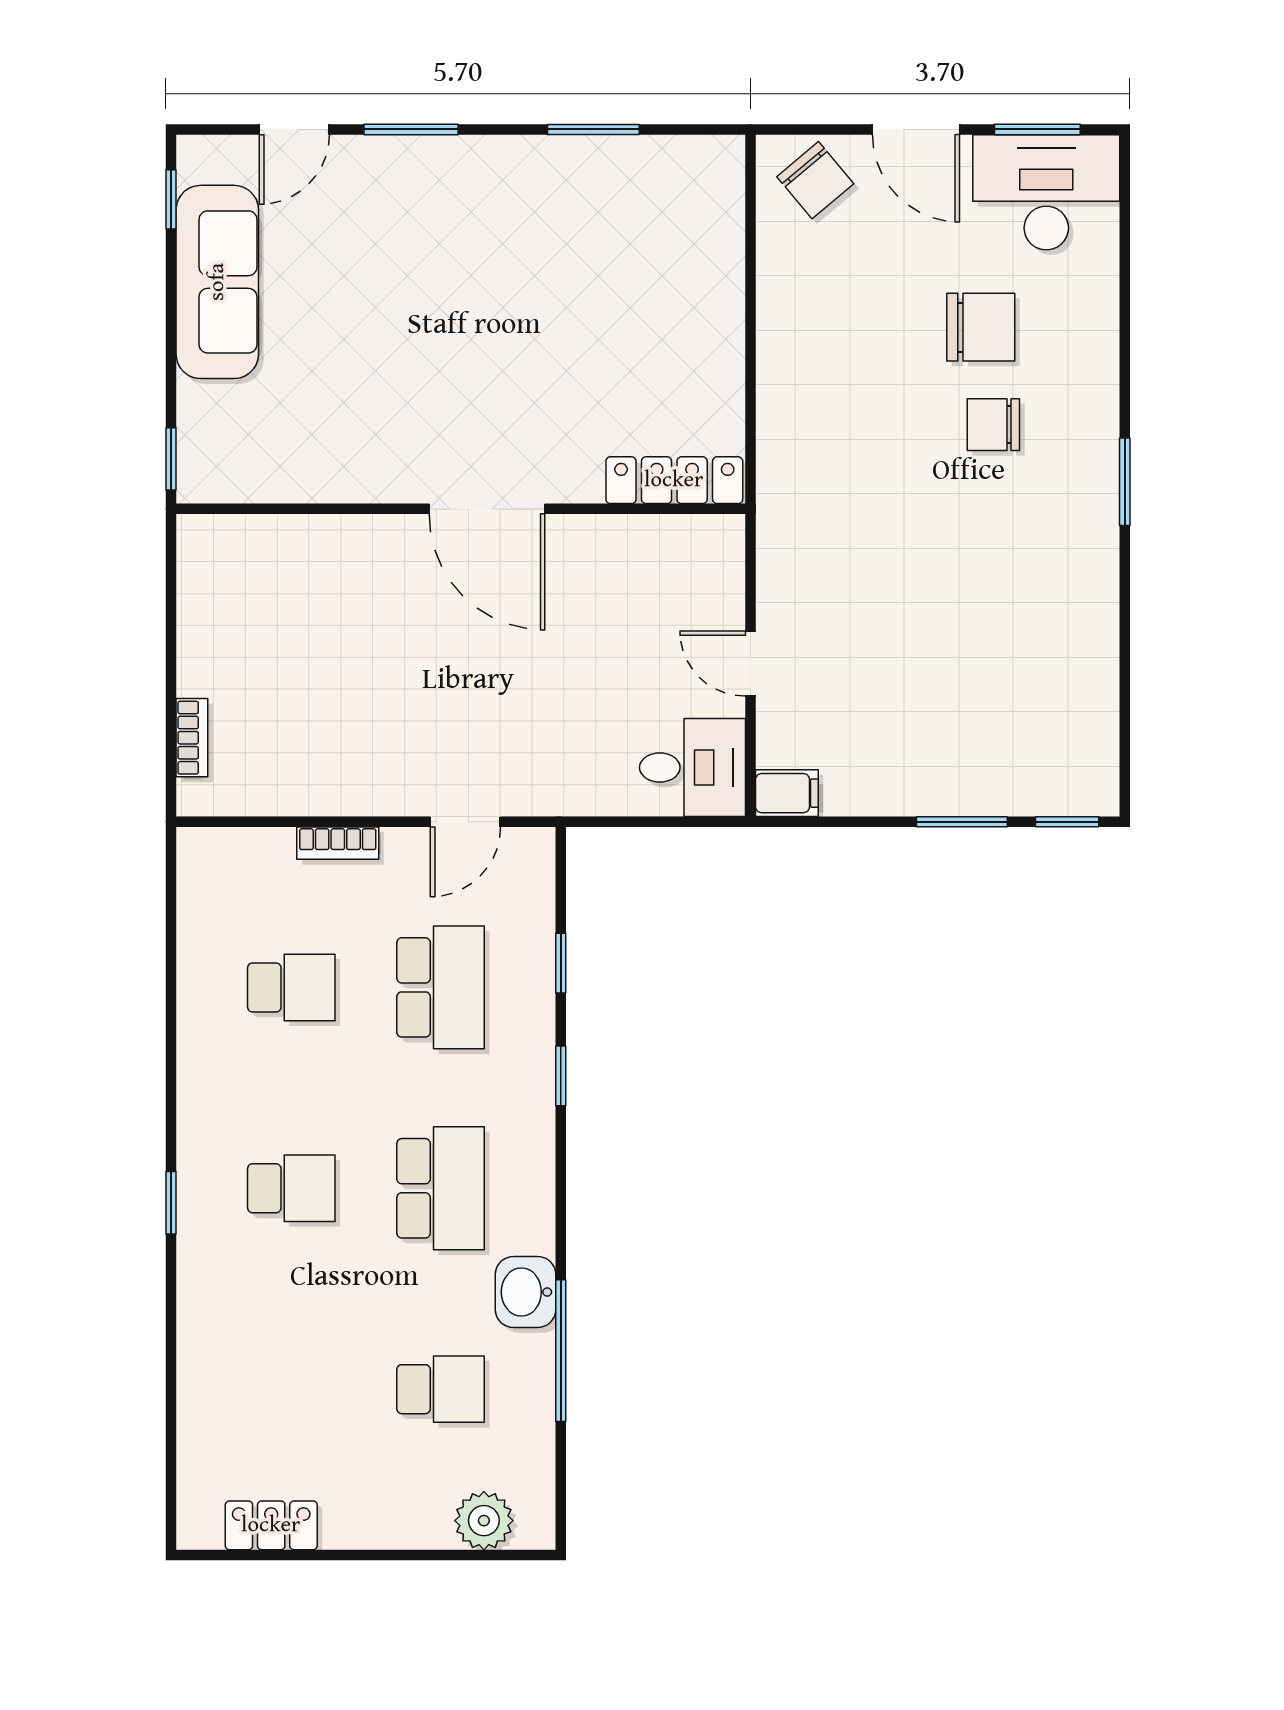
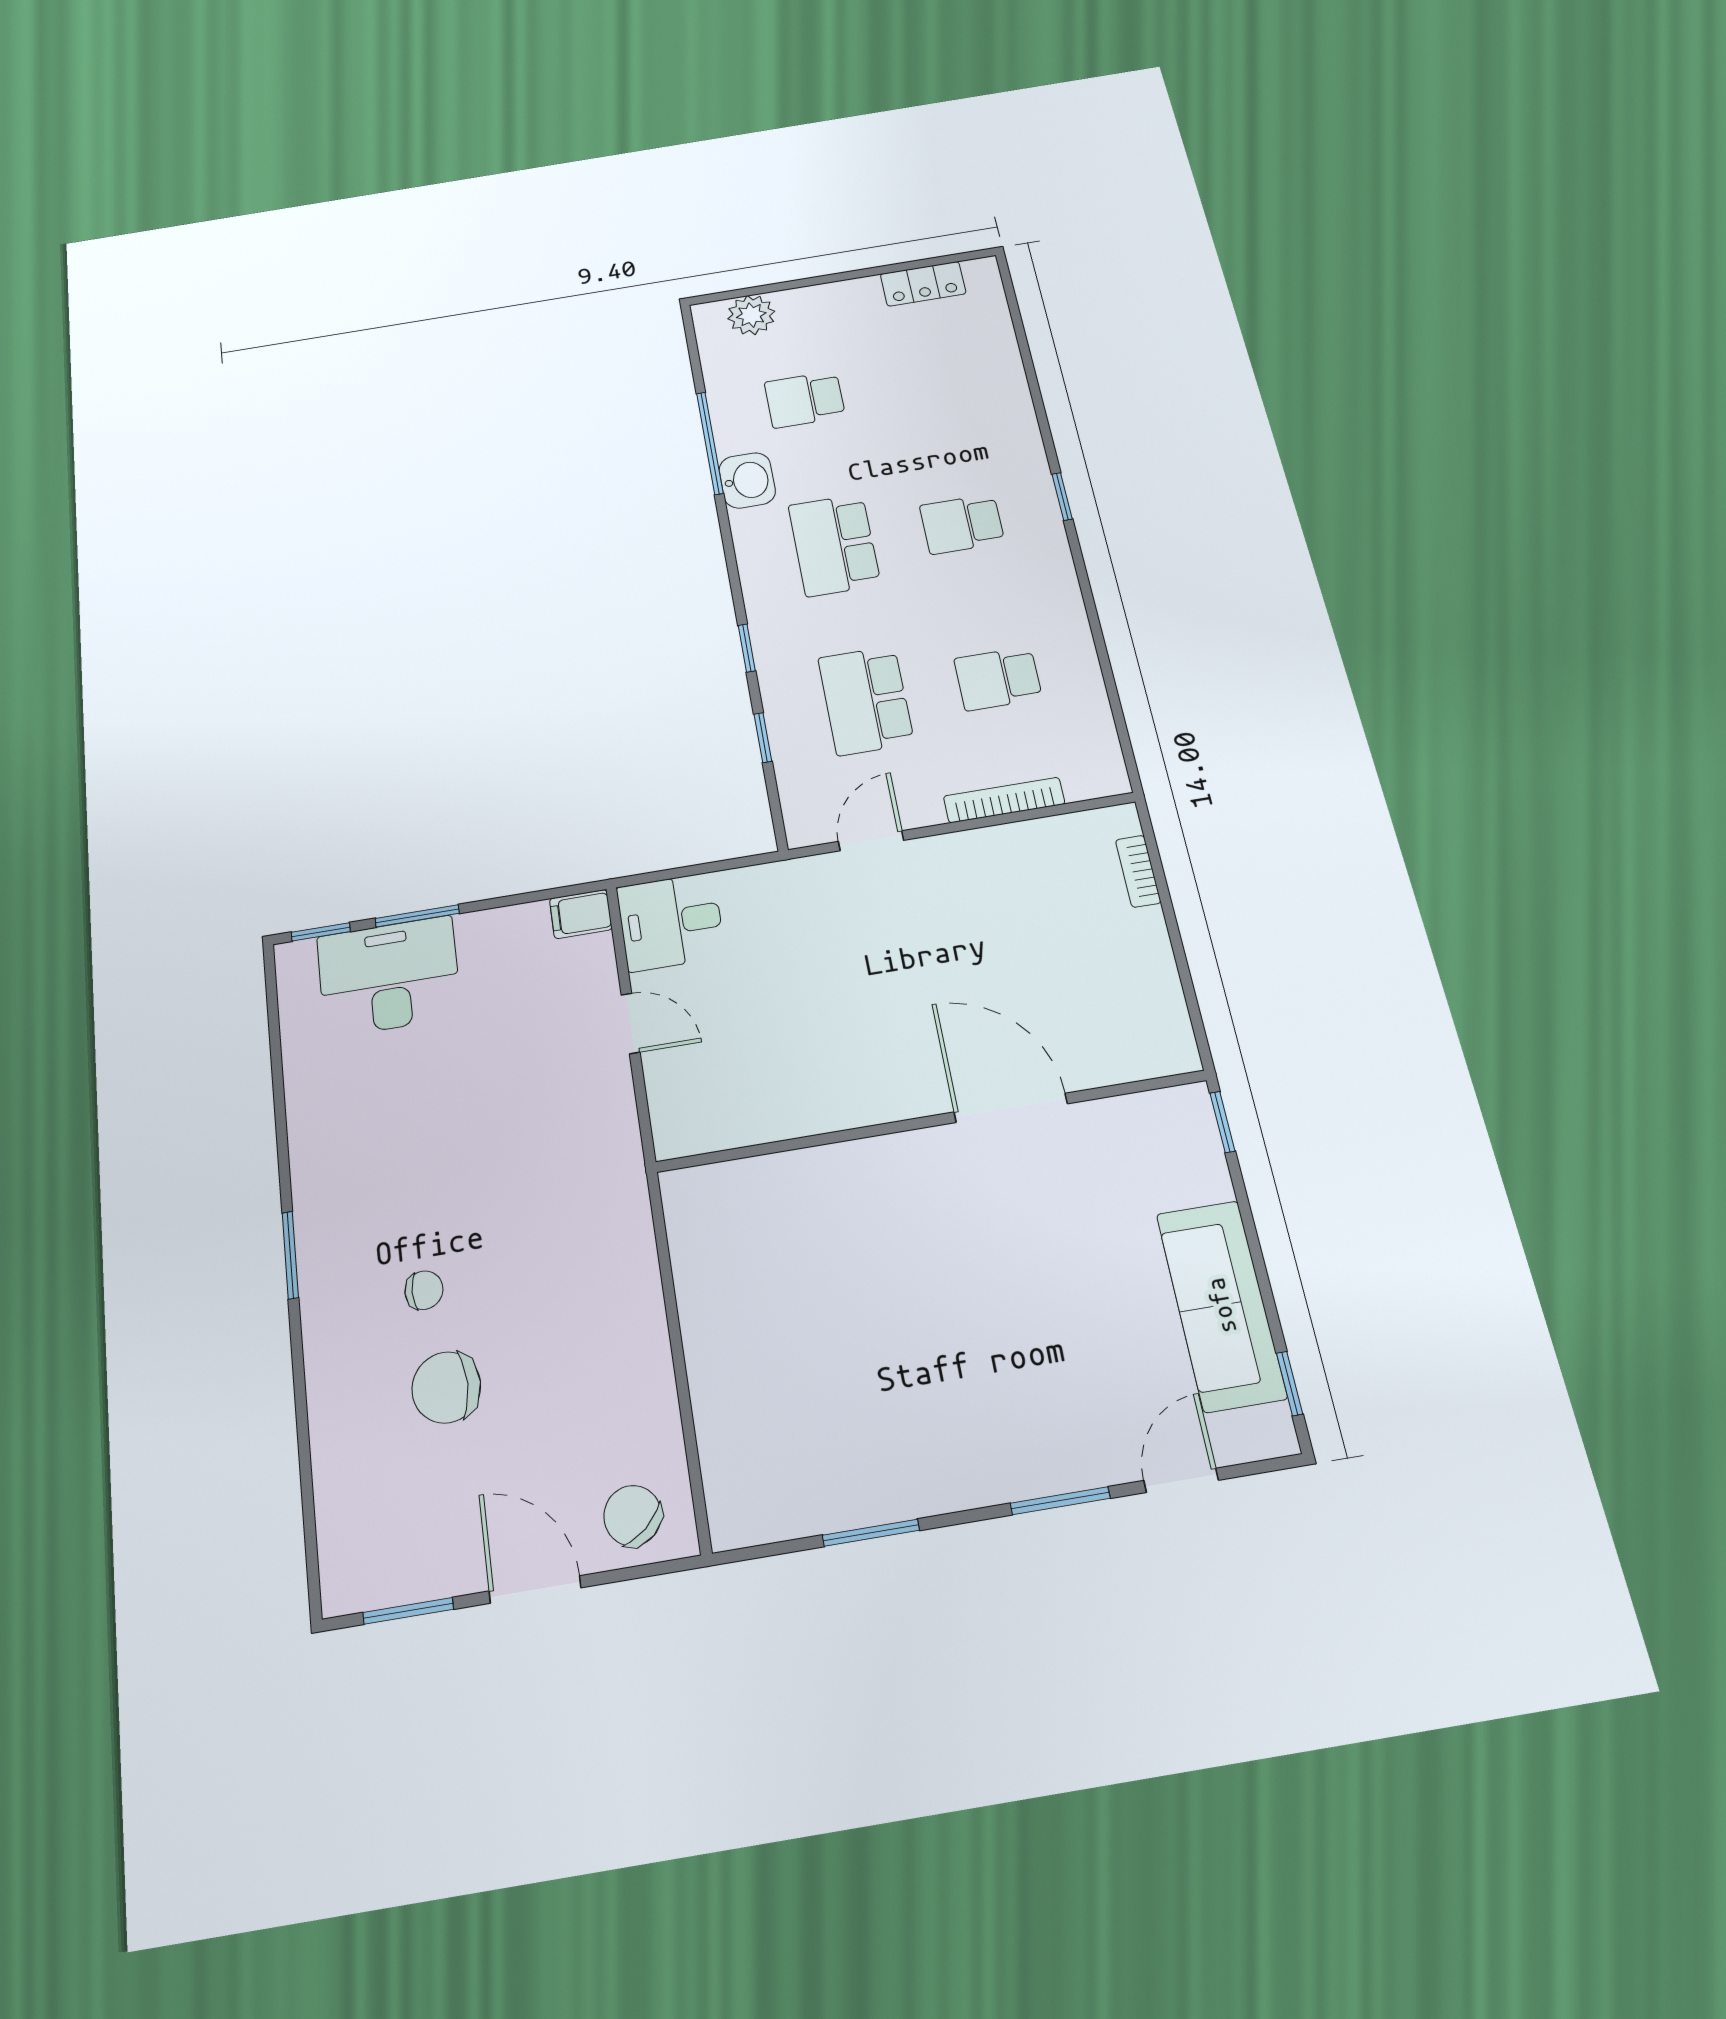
desk: (1046, 192) -> (389, 976), moved, turned 180
chair: (993, 425) -> (424, 1290), width x0.73, depth x0.73
locker: (674, 480) -> (729, 1183), removed
door: (487, 509) -> (1011, 1108), moved
bookcase: (338, 843) -> (1004, 800), width x1.56

